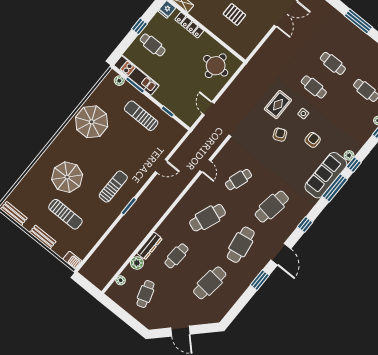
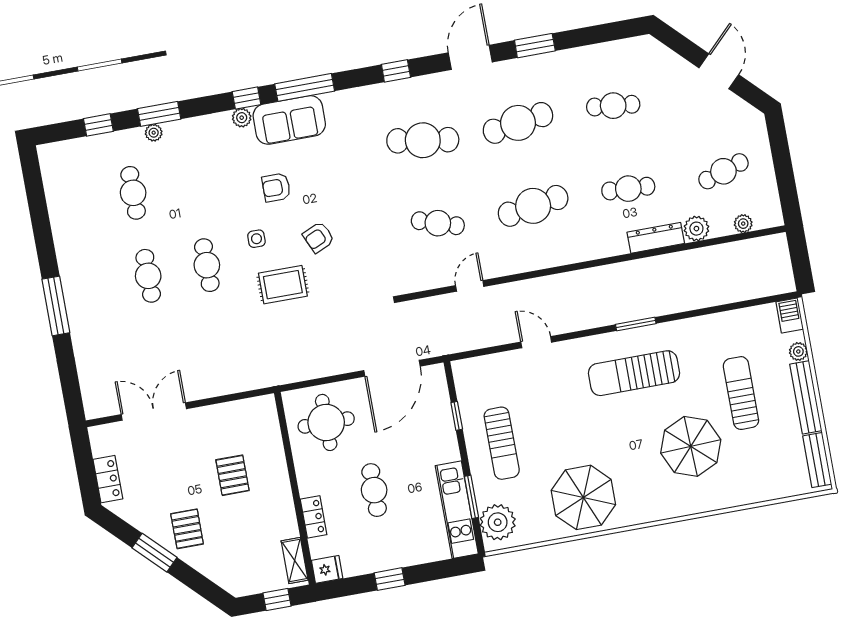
locker: (189, 25) -> (314, 517), width x0.66
cafe table: (153, 45) -> (374, 490), moved
plant: (119, 81) -> (498, 522), width x1.88, depth x1.88
door: (208, 108) -> (392, 368), width x1.87
sofa: (326, 175) -> (289, 120), width x0.73
sun lounger: (113, 187) -> (634, 373), width x1.36, depth x1.34
cafe table: (207, 218) -> (533, 206), turned -30
bench: (43, 237) -> (806, 397), width x1.36
plant: (57, 249) -> (798, 351), added
cafe table: (210, 283) -> (613, 106), width x0.73, depth x0.74

